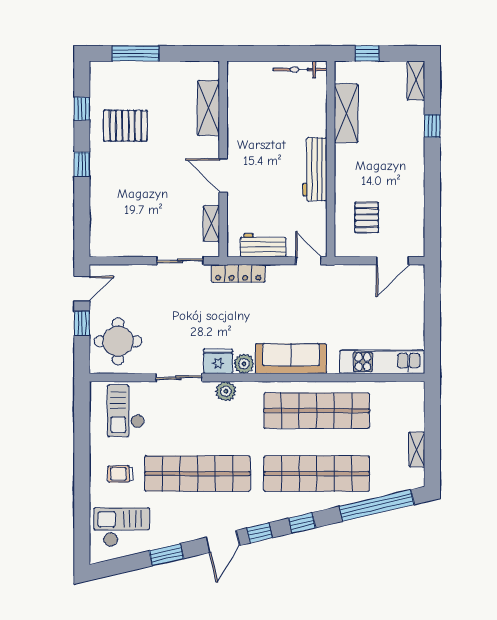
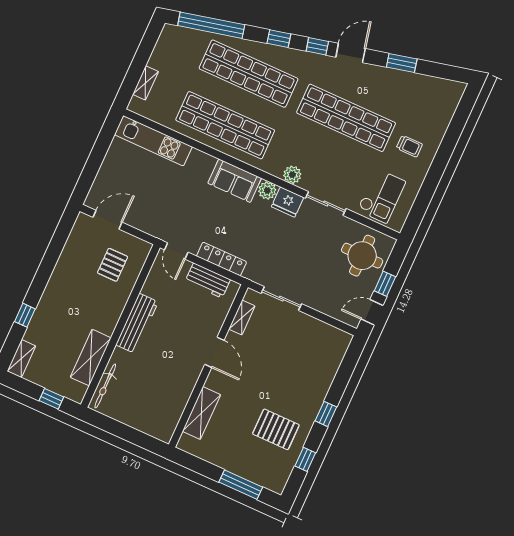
bicycle: (300, 70) -> (105, 386), moved, turned 90
locker: (238, 273) -> (222, 259), moved
sofa: (291, 359) -> (235, 181), width x0.73
shelving: (417, 449) -> (145, 83), moved
checkout: (122, 527) -> (428, 102), removed

